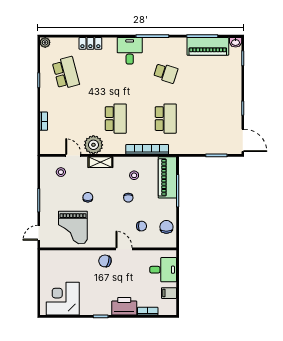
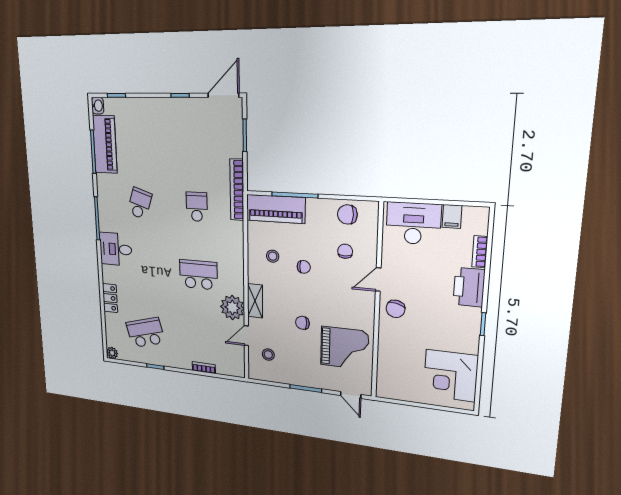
school desk: (166, 119) -> (197, 207), width x0.54
bookcase: (147, 149) -> (237, 190), moved
desk: (163, 270) -> (413, 223), width x1.37

